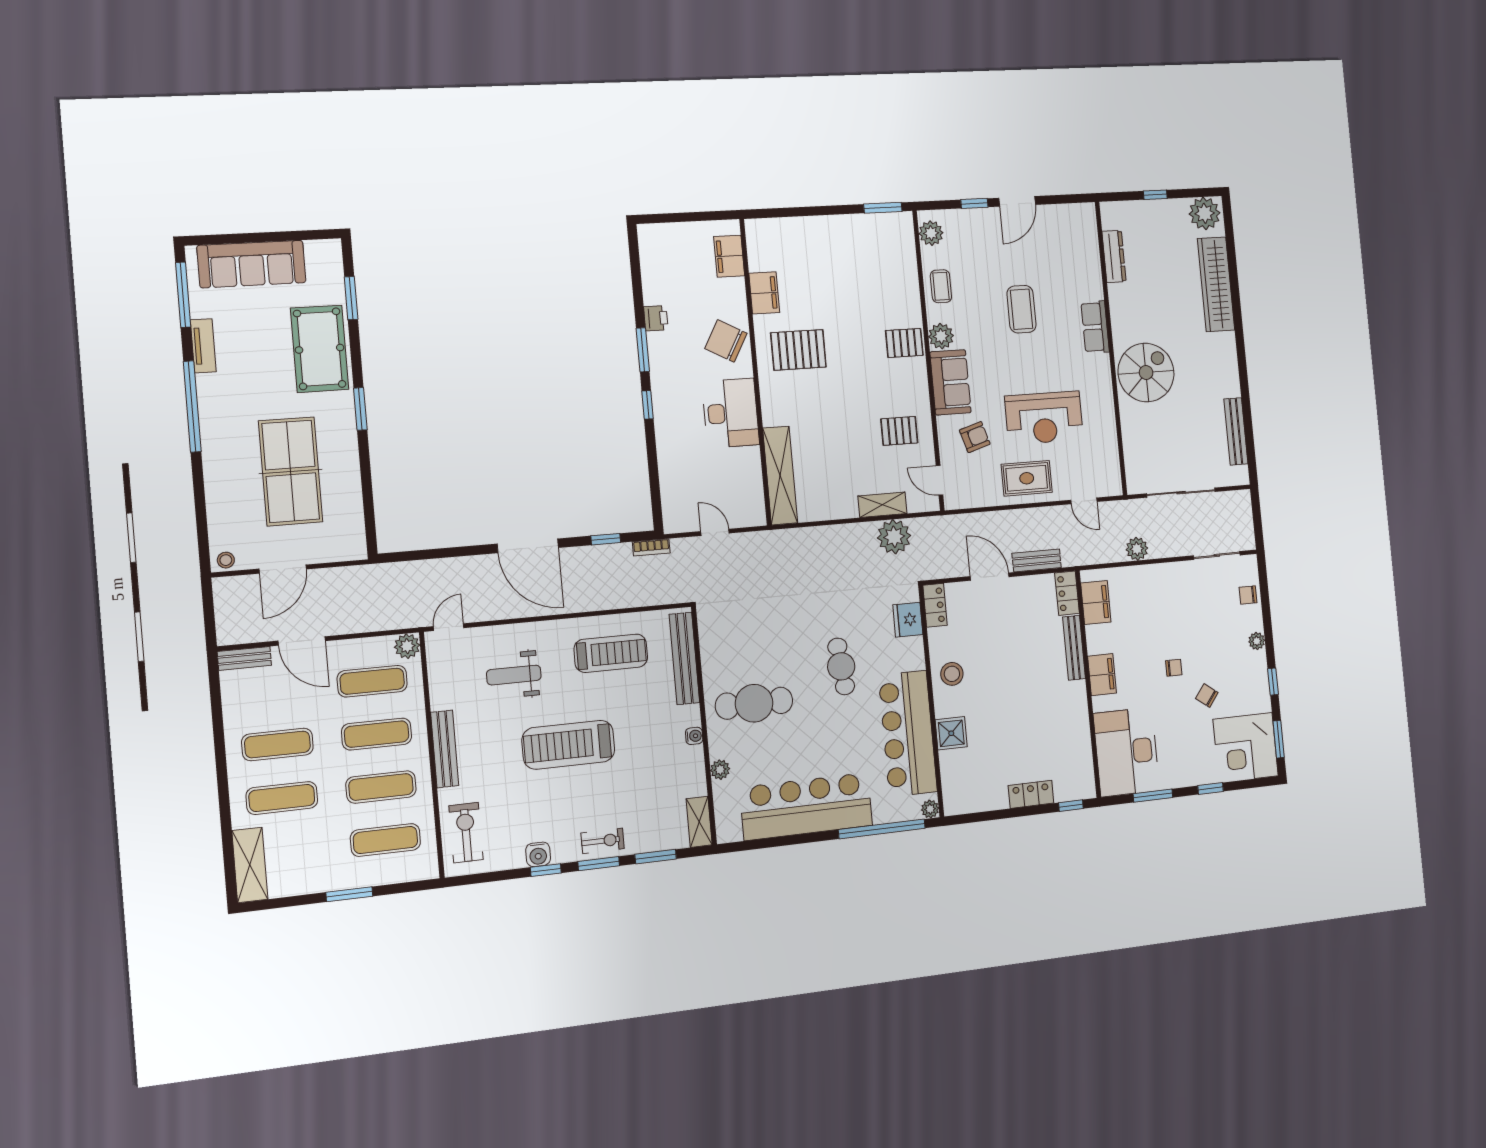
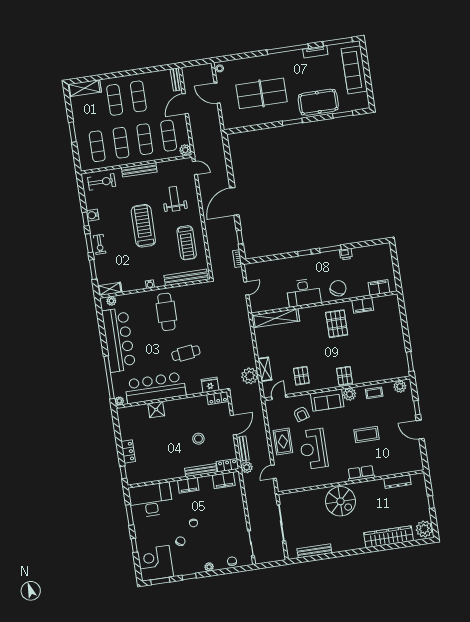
plant: (1137, 549) -> (247, 467), moved
stool: (952, 674) -> (198, 439), moved
plant: (720, 770) -> (111, 301), moved

